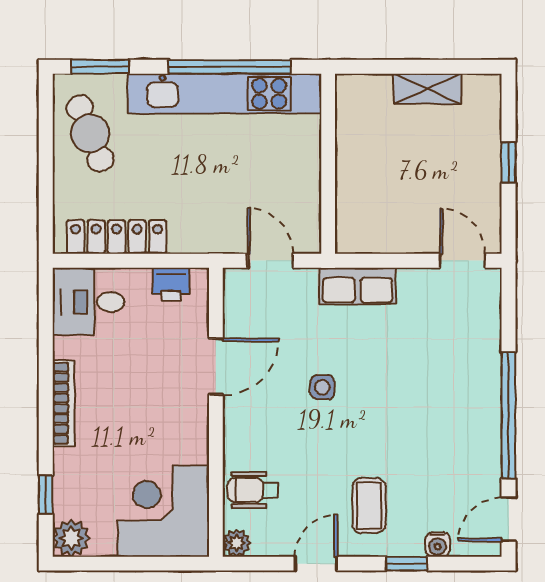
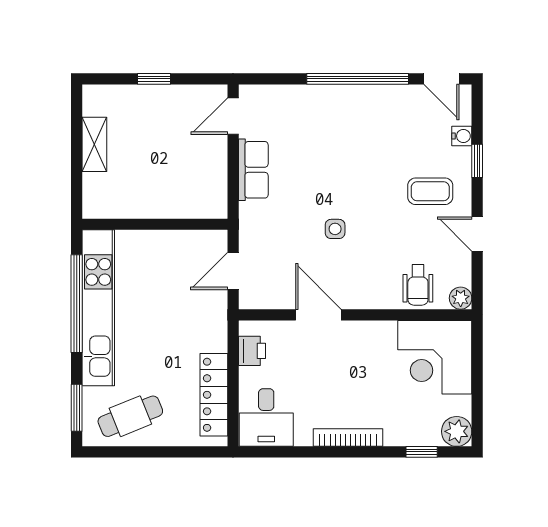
row of seats: (358, 286) -> (253, 170), moved

